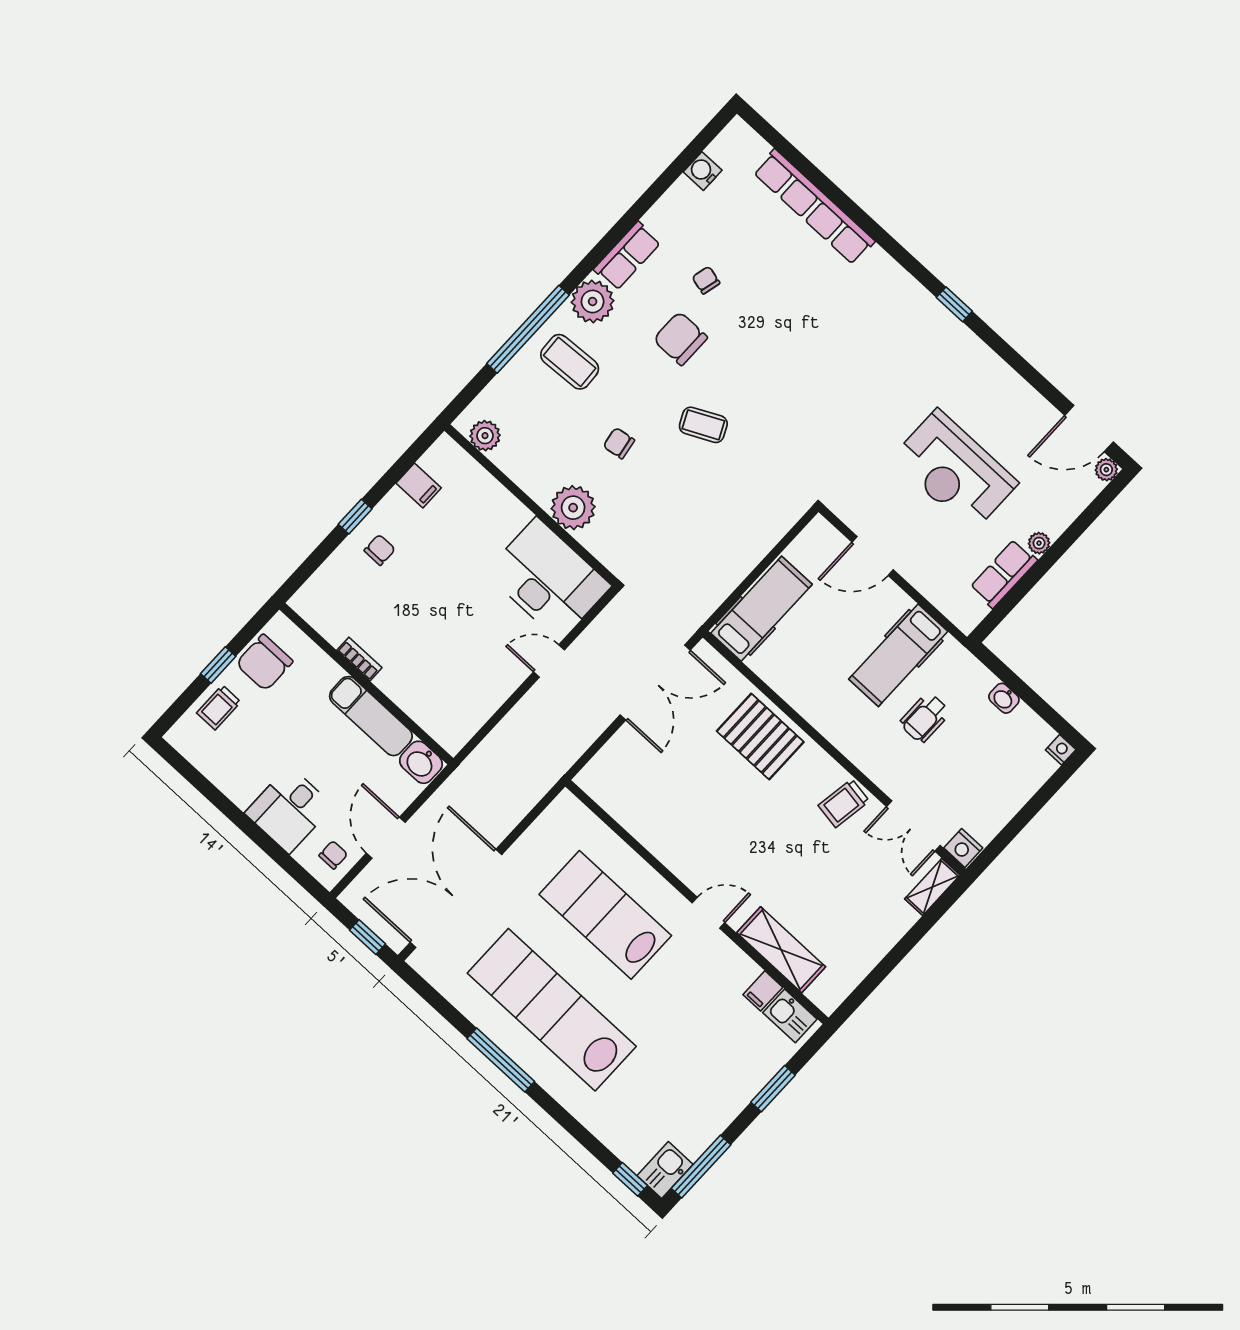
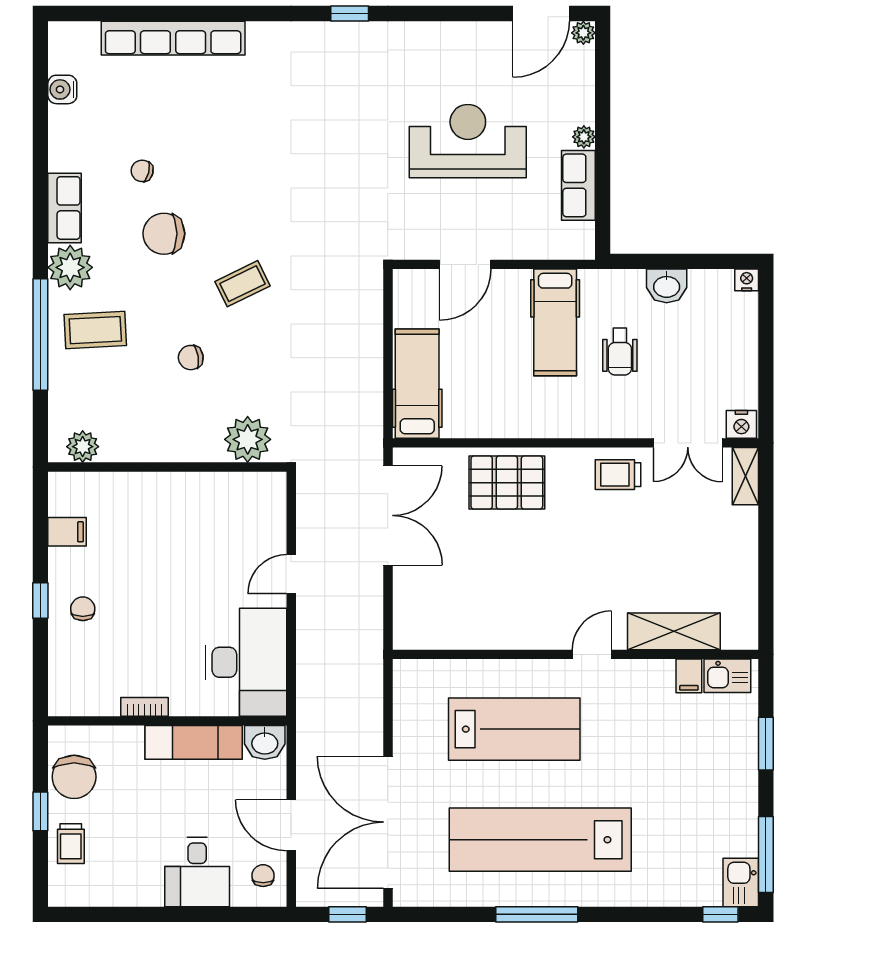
reception desk: (955, 471) -> (468, 141), turned 180
plant: (573, 508) -> (248, 439), moved
desk: (548, 579) -> (246, 662), moved, turned 90
washbasin: (1004, 698) -> (667, 286), width x1.38, depth x1.45
trolley: (844, 803) -> (618, 475), turned 81
lab bench: (605, 915) -> (514, 729), turned 180

